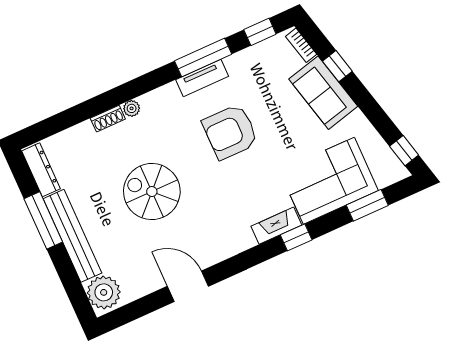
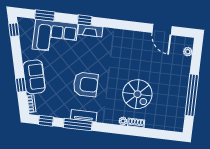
dresser: (41, 170) -> (179, 118), removed
spiral stairs: (152, 192) -> (137, 94), moved
window: (43, 220) -> (192, 95), width x1.46
bench: (72, 236) -> (183, 81), removed
door: (188, 286) -> (162, 29), moved
plant: (104, 292) -> (188, 52), width x0.53, depth x0.53

